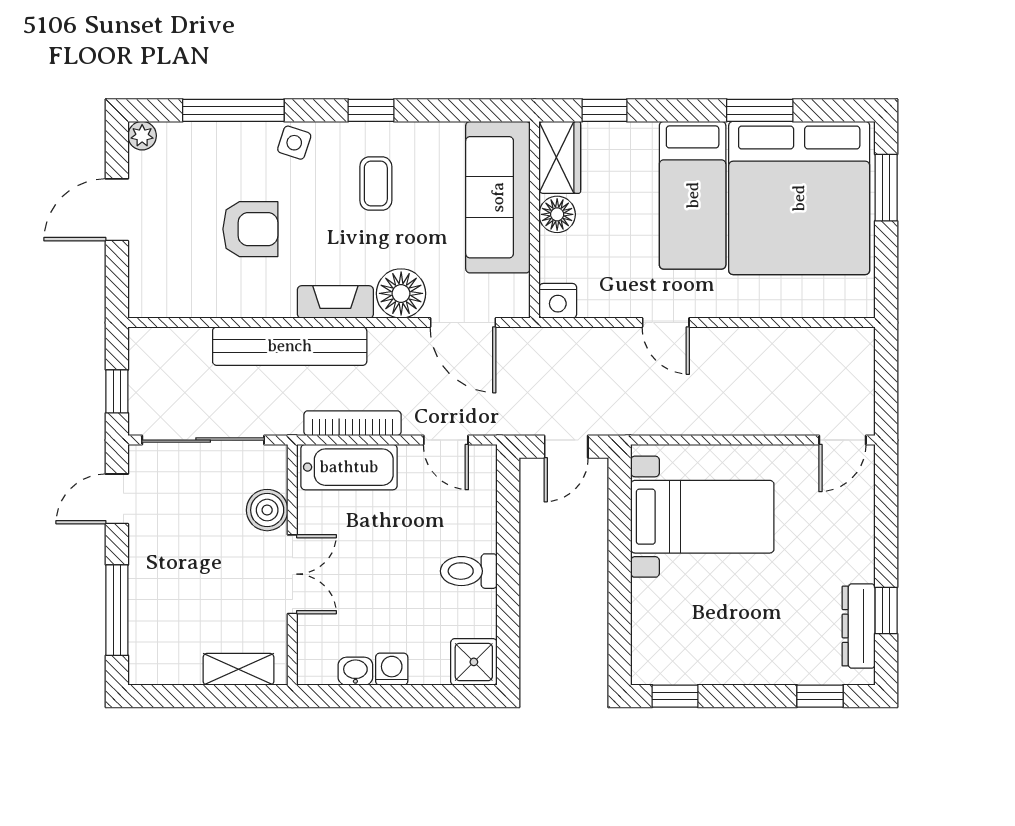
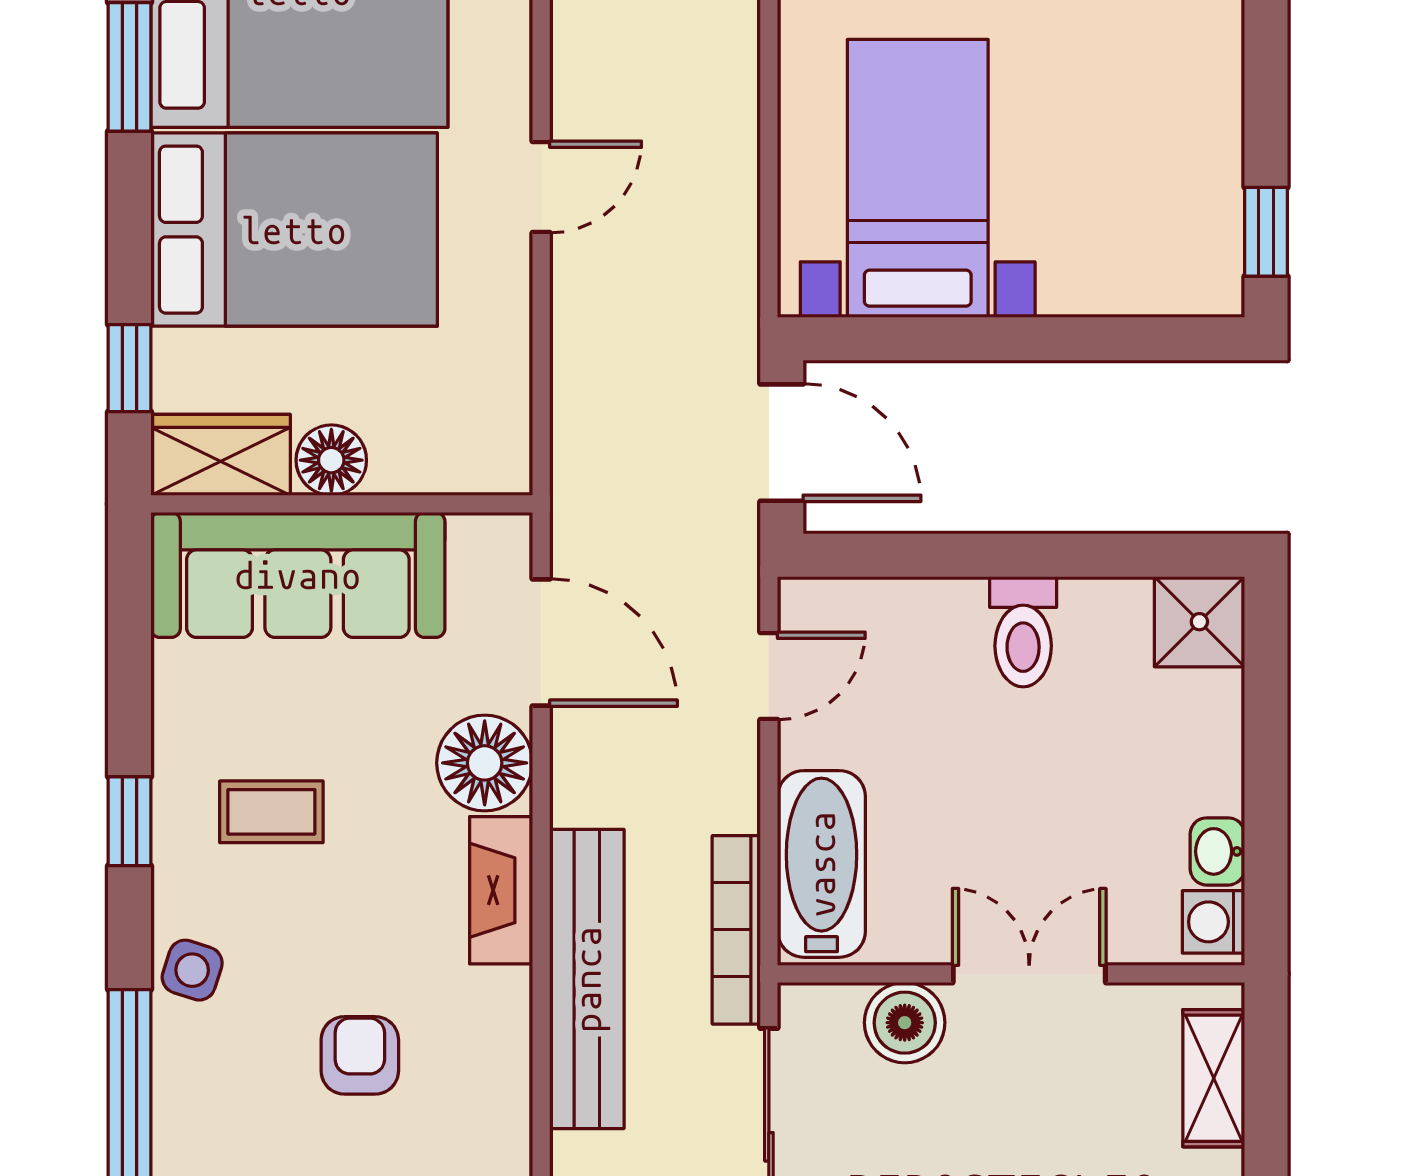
bed: (693, 195) -> (294, 230), width x1.50
armchair: (250, 229) -> (360, 1055), width x0.72, depth x0.72
nightstand: (558, 301) -> (499, 459), removed
door: (463, 323) -> (541, 643), hinge flipped
door: (666, 323) -> (541, 187), moved
bookcase: (352, 423) -> (736, 930), moved
door: (566, 447) -> (782, 443), width x1.38
washing machine: (392, 669) -> (1213, 922), moved

